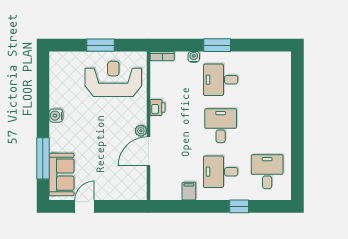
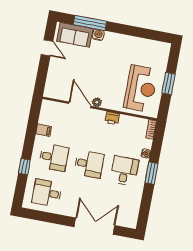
double door: (297, 104) -> (94, 226), added
water cooler: (56, 116) -> (98, 35), moved
desk: (221, 172) -> (54, 157), turned 90
desk: (267, 172) -> (47, 193), turned 180

